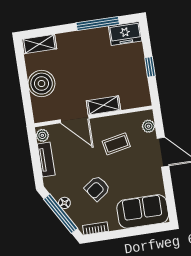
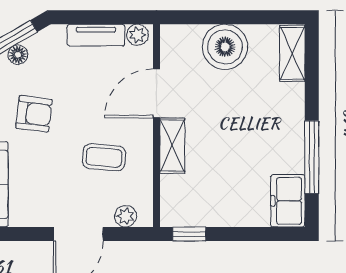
window: (150, 67) -> (189, 234), moved
coffee table: (116, 144) -> (104, 157), turned -74
armchair: (97, 188) -> (34, 114), turned 133

